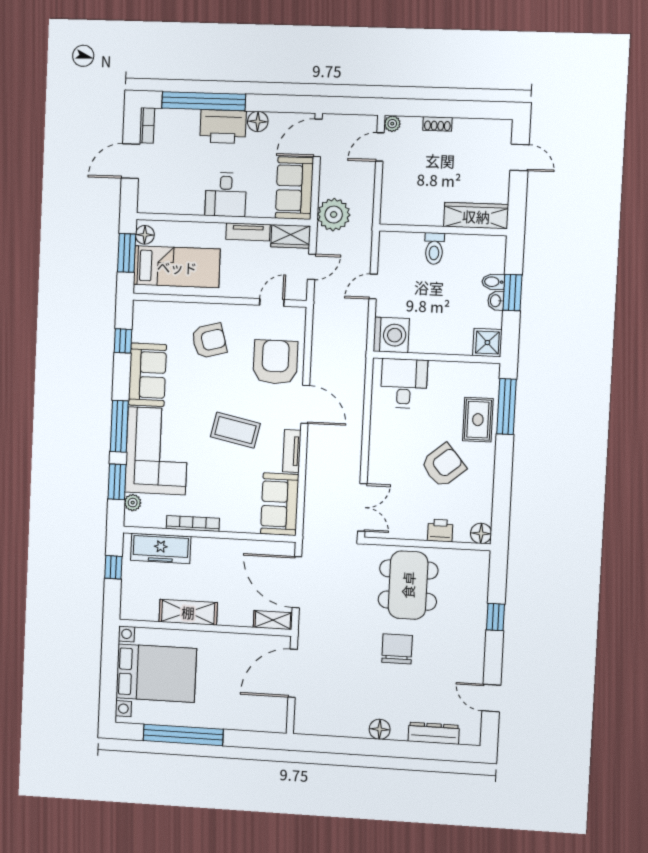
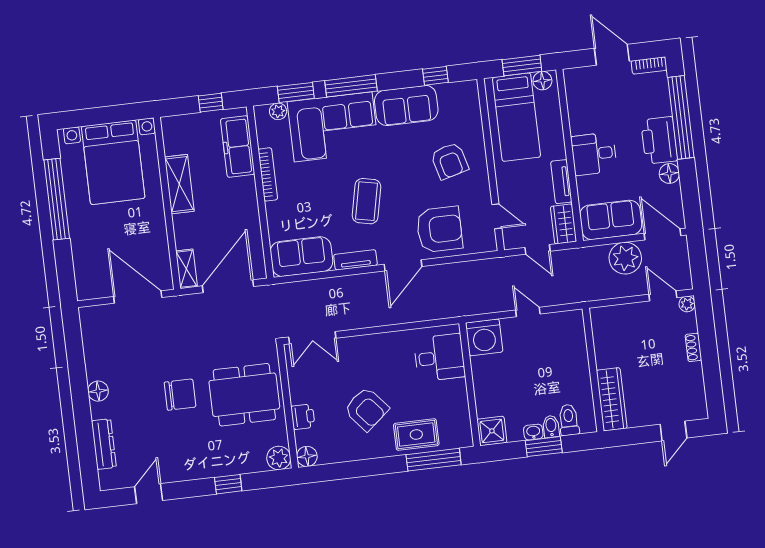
plant: (334, 215) -> (625, 258), moved
toilet: (434, 249) -> (569, 420), moved, turned 90
plant: (478, 562) -> (279, 458), added

